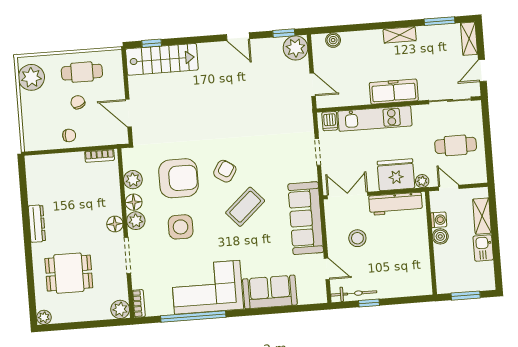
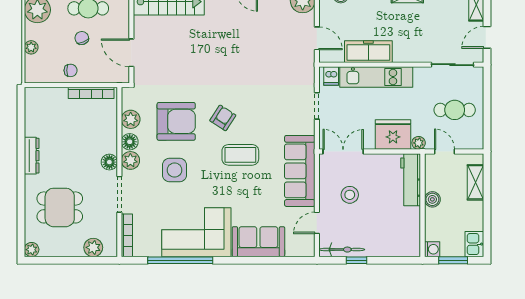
freezer: (394, 92) -> (368, 52), moved
plant: (28, 115) -> (31, 47), added
bookcase: (100, 156) -> (91, 93), width x1.56
workbench: (396, 204) -> (411, 180), moved, turned 90
coffee table: (245, 207) -> (240, 155), turned 42
washing machine: (439, 220) -> (432, 249), moved
kitchen sink: (483, 248) -> (474, 244), moved
door: (327, 269) -> (317, 223), swing flipped
bookcase: (139, 303) -> (127, 235), width x1.56
plant: (120, 309) -> (93, 247), moved

